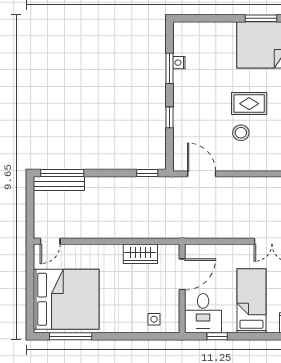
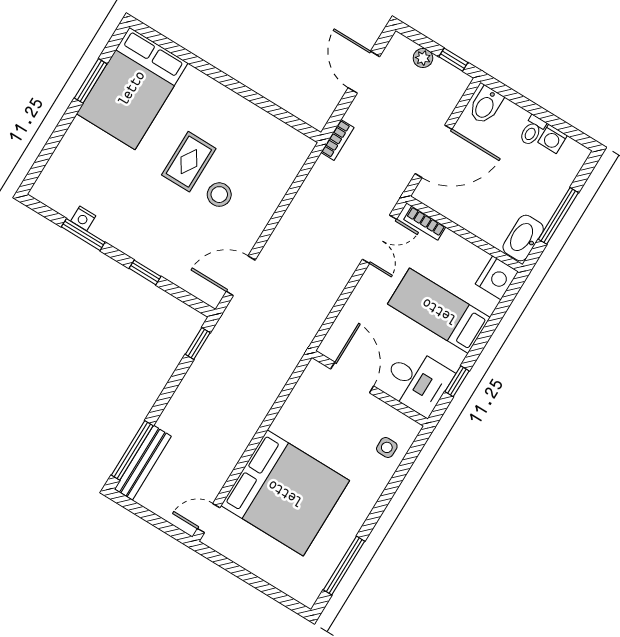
door: (50, 241) -> (209, 518), swing flipped
wardrobe: (140, 254) -> (294, 414), removed
bed: (66, 299) -> (285, 493), moved, turned 90

